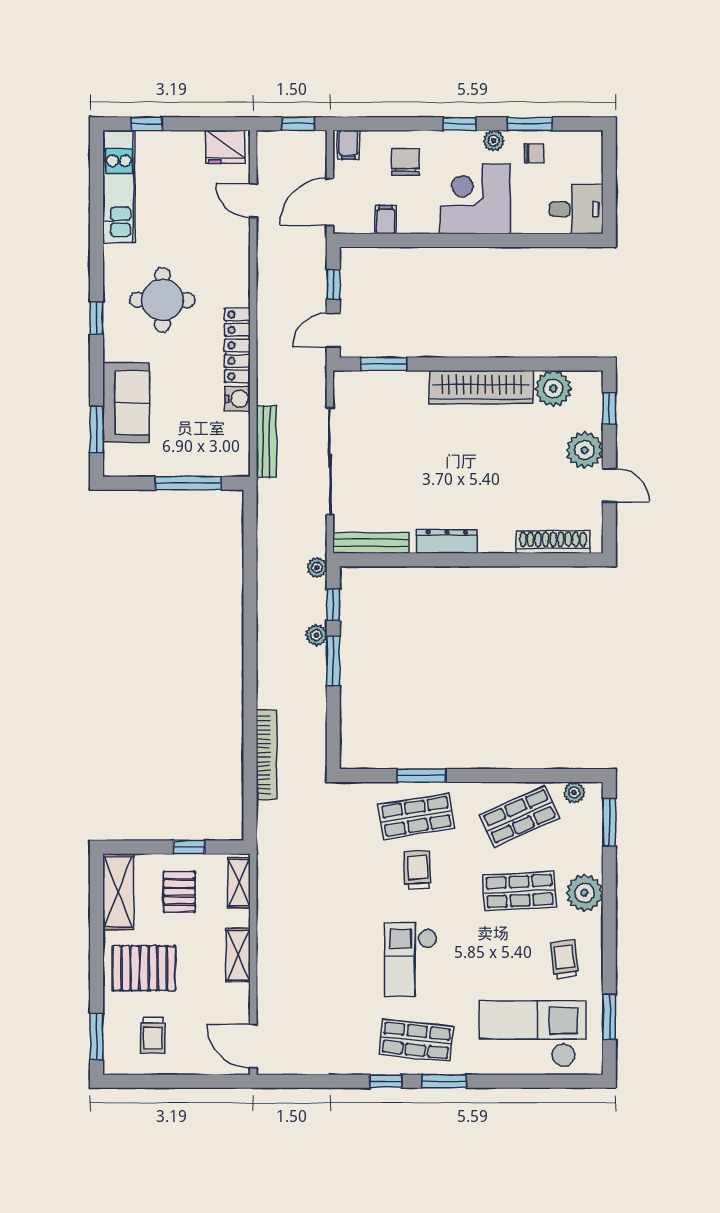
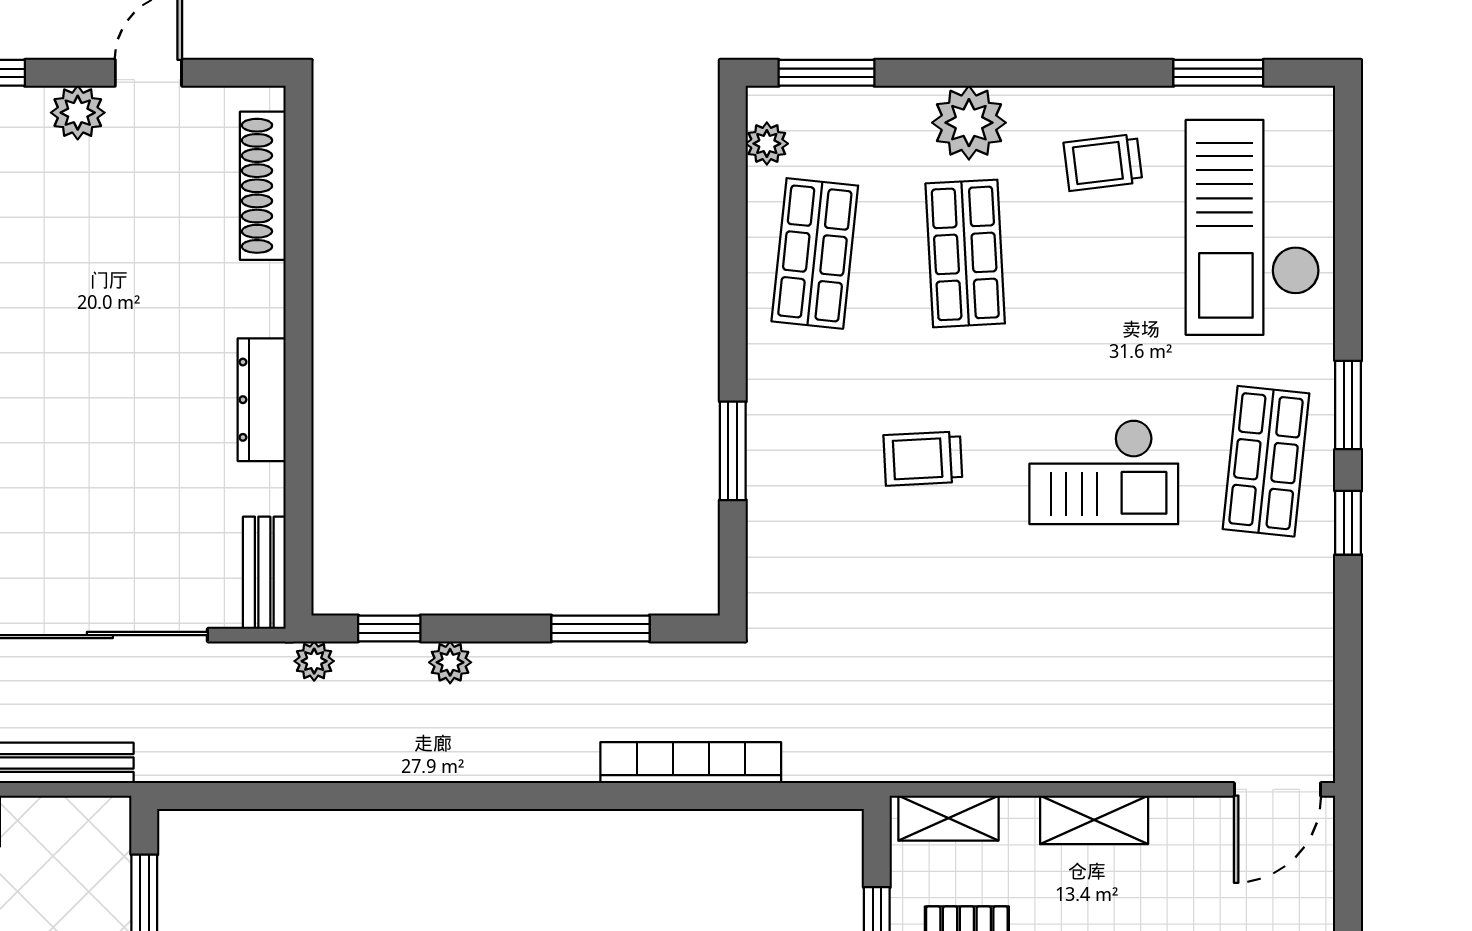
plant: (585, 450) -> (78, 113), width x0.73, depth x0.73
bench: (371, 543) -> (264, 573), width x0.73
window: (333, 661) -> (600, 628), moved
shop shelf: (416, 816) -> (815, 461), removed
shop shelf: (520, 816) -> (815, 253), turned 30

